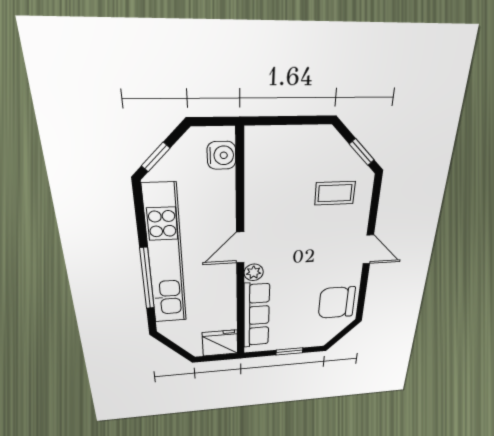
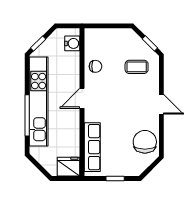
chair: (264, 195) -> (96, 66), added
plant: (254, 272) -> (90, 116), removed
chair: (337, 303) -> (145, 142), turned 90

